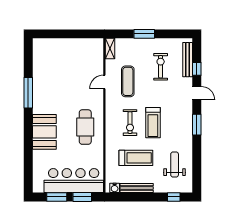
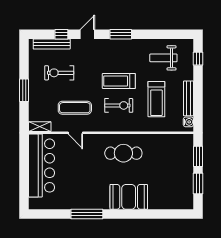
treadmill: (153, 123) -> (119, 81), turned 180
treadmill: (136, 158) -> (156, 99), turned 180
bar counter: (74, 181) -> (42, 166), moved, turned 180

